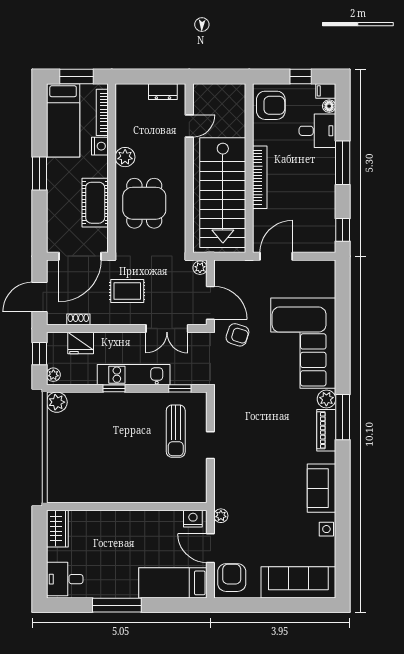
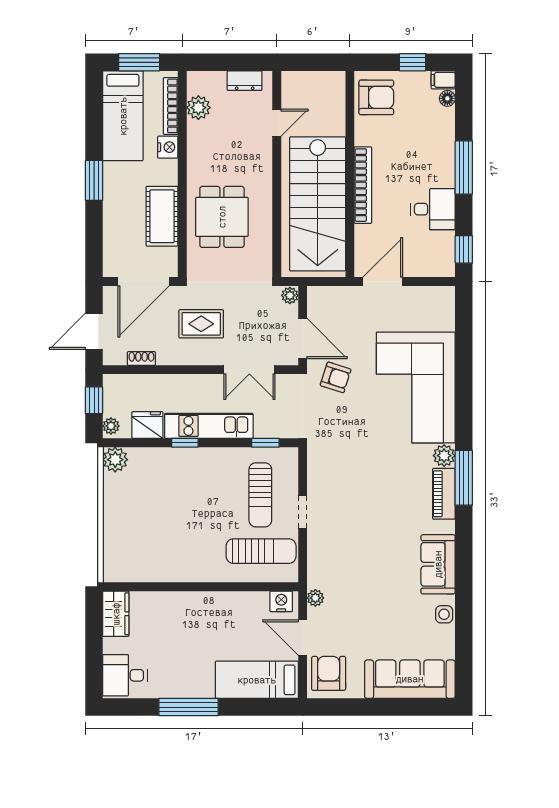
desk: (317, 131) -> (433, 209), moved
plant: (125, 157) -> (198, 108), moved
fridge: (81, 343) -> (147, 425), moved, turned 180
sun lounger: (176, 477) -> (261, 551), added

